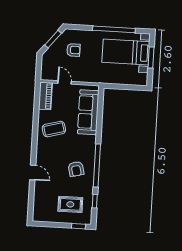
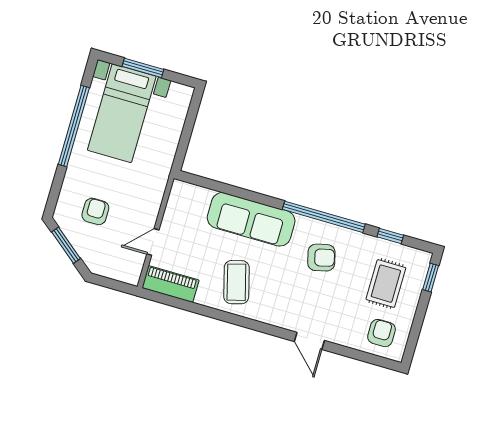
sofa: (88, 112) -> (251, 219), moved
door: (33, 172) -> (309, 341), swing flipped
armchair: (45, 208) -> (381, 333), added

